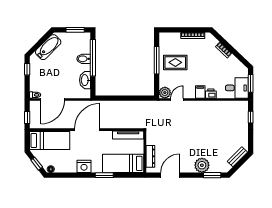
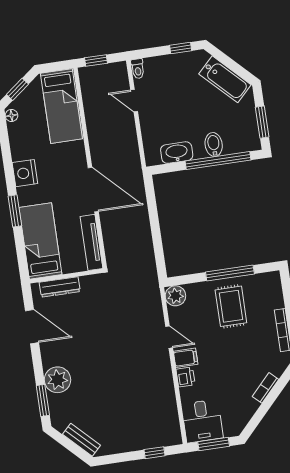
door: (53, 99) -> (134, 101), width x0.53
door: (177, 99) -> (169, 337), moved
door: (87, 130) -> (93, 190), moved

